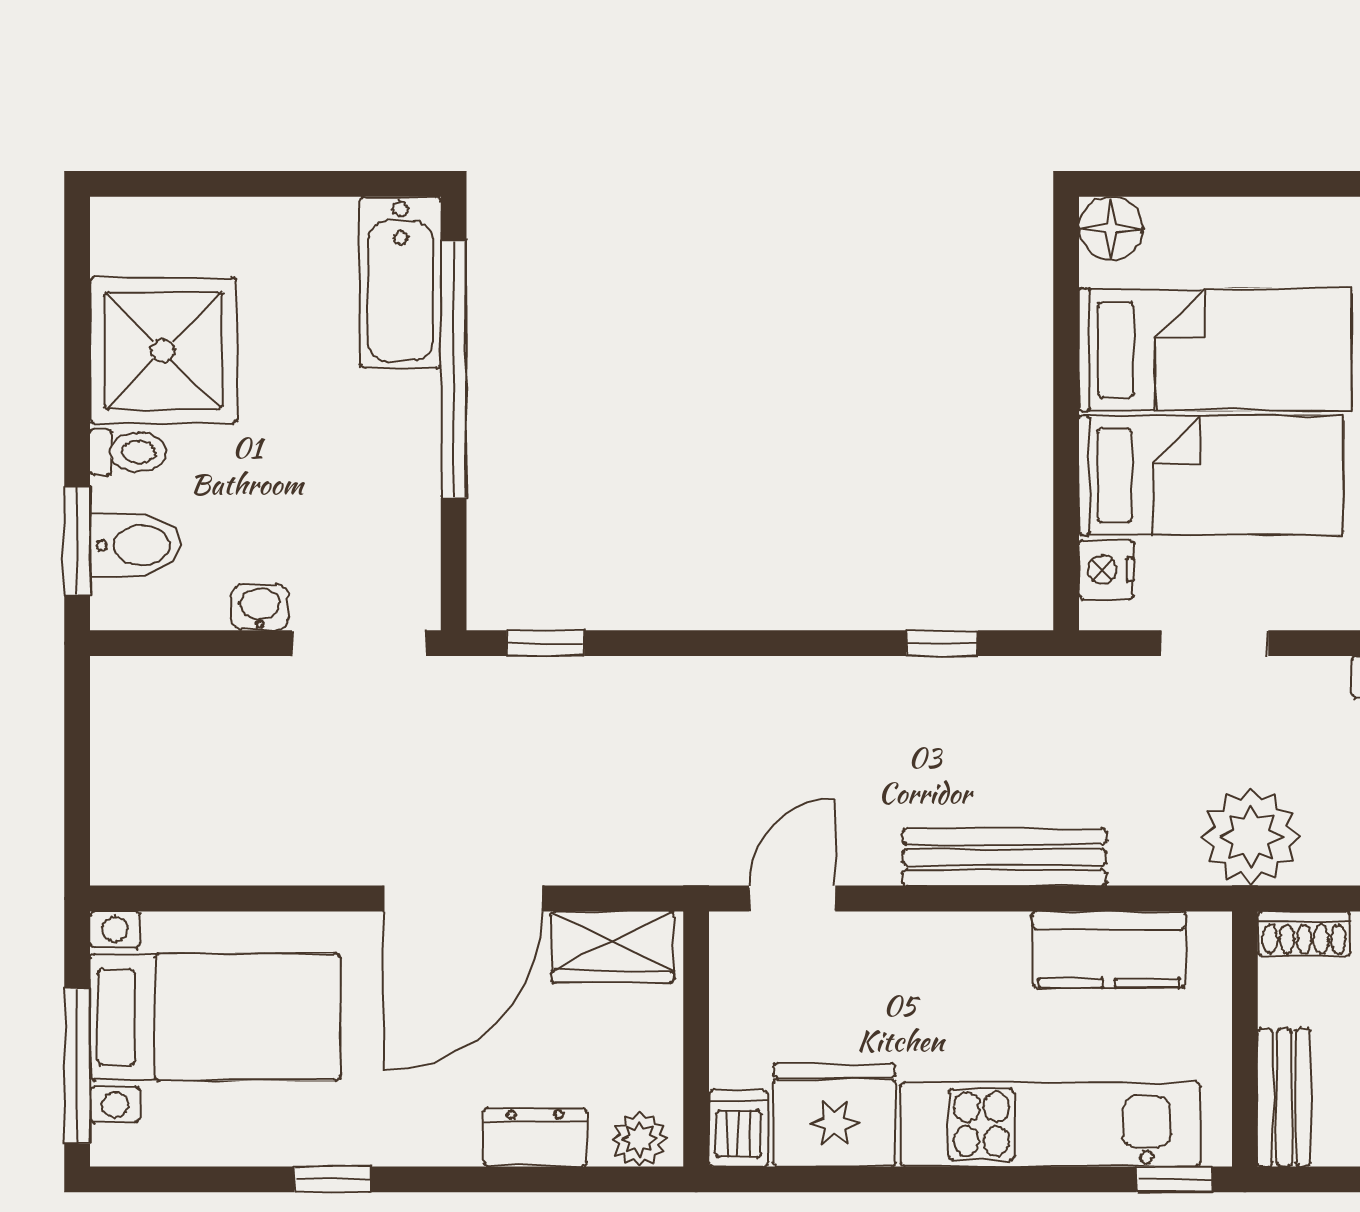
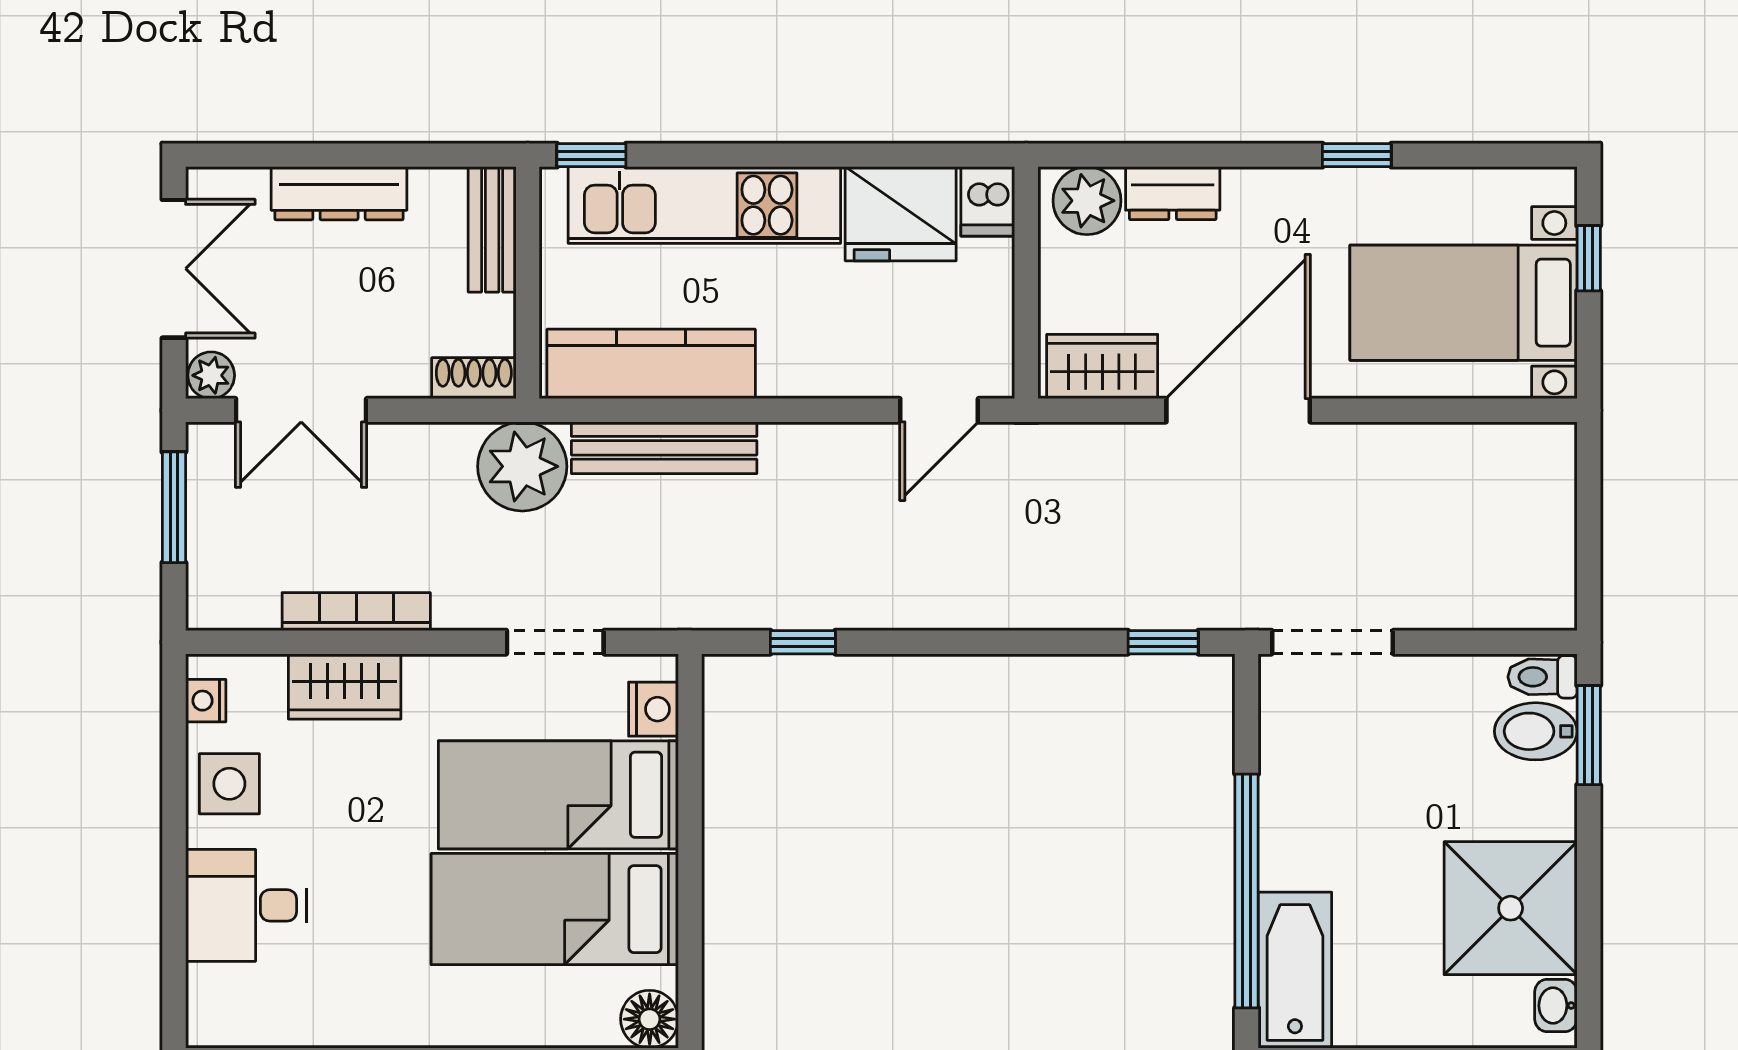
toilet: (128, 452) -> (1542, 677), moved
washbasin: (260, 607) -> (1556, 1006), moved, turned 90
bench: (1004, 857) -> (664, 448), moved
kitchen counter: (1109, 949) -> (651, 364), width x1.50
window: (77, 1066) -> (1589, 258), width x0.46
plant: (639, 1139) -> (1087, 201), width x1.38, depth x1.38

